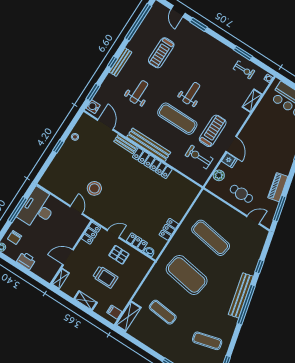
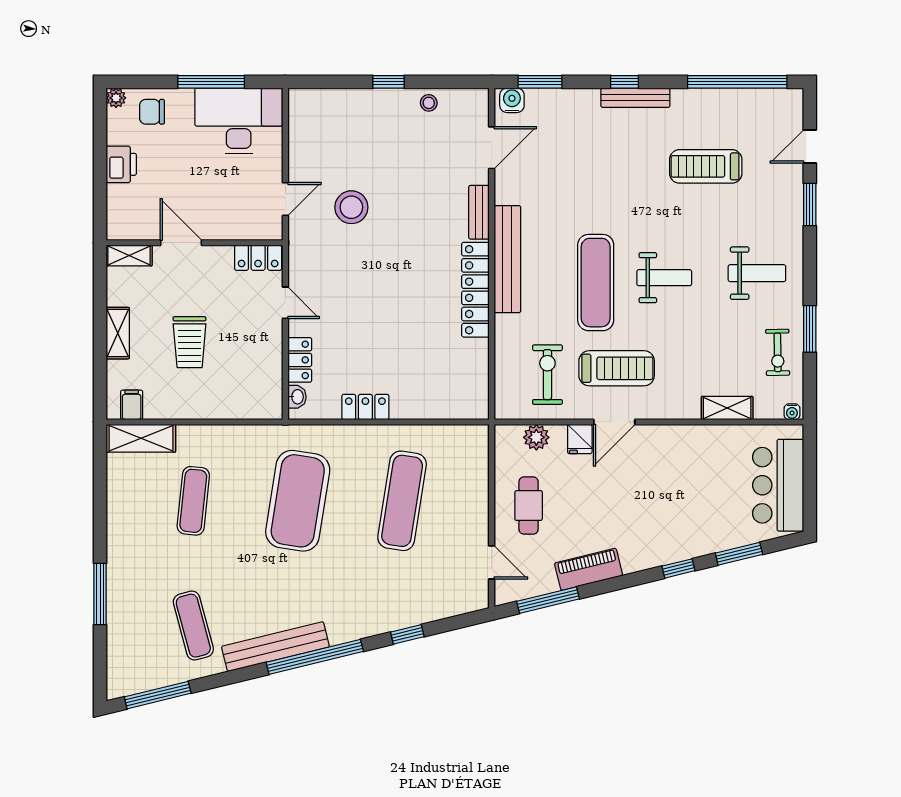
weight bench: (139, 92) -> (757, 273), moved
pallet: (119, 255) -> (251, 341), removed
bench: (241, 295) -> (275, 647), moved

